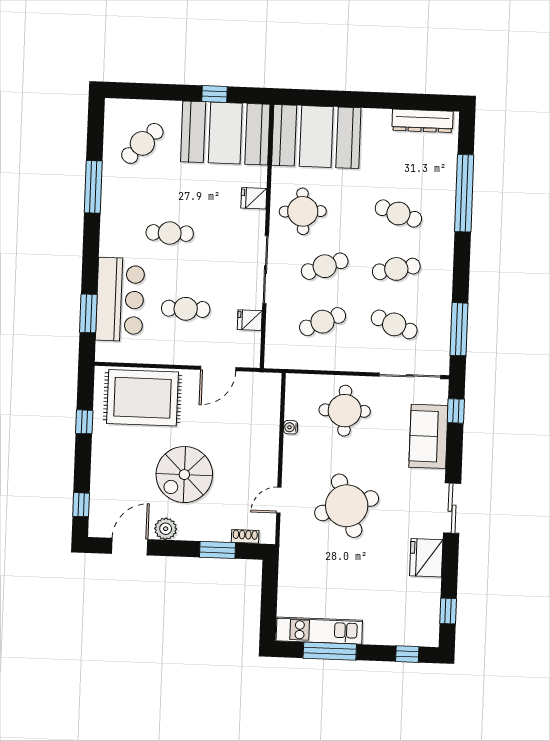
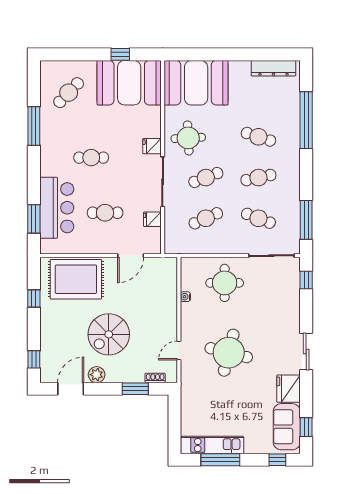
fridge: (254, 198) -> (152, 146), moved
sofa: (428, 436) -> (287, 427), moved
round table: (347, 506) -> (229, 353), turned 33

